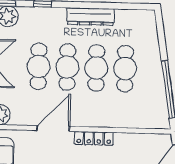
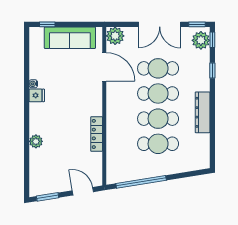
door: (53, 128) -> (104, 67), moved
locker: (94, 138) -> (97, 134), moved

